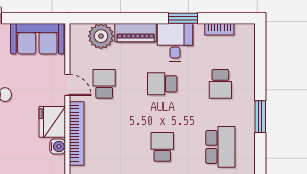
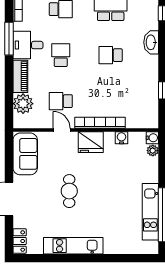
window: (183, 18) -> (9, 39), width x1.44
school desk: (162, 84) -> (61, 55), turned 180
door: (67, 85) -> (62, 130), hinge flipped
water cooler: (58, 147) -> (121, 138), moved

